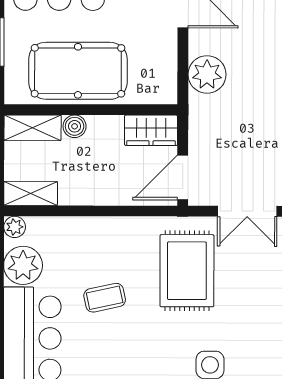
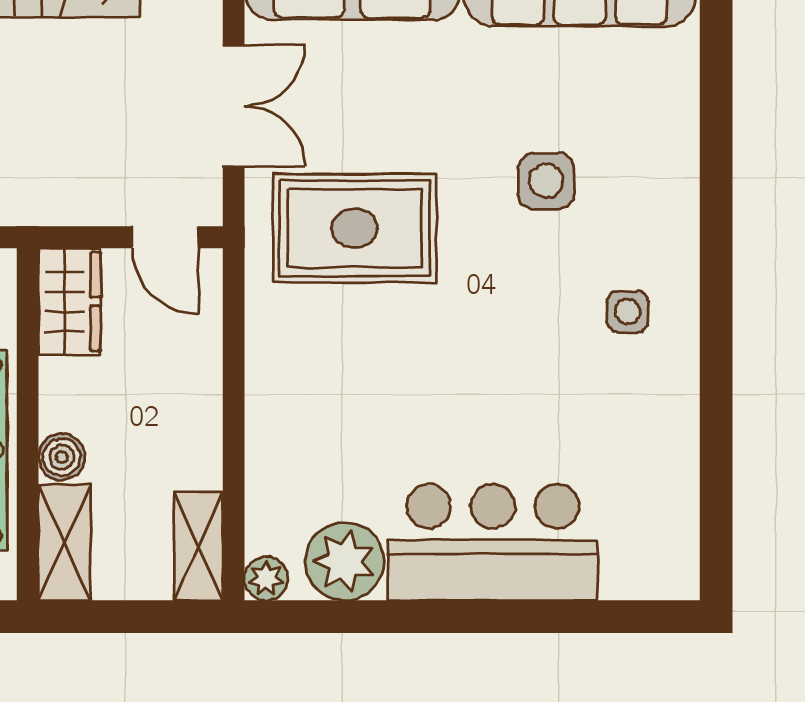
door: (183, 178) -> (165, 237), width x0.73
coffee table: (105, 298) -> (410, 395), removed

